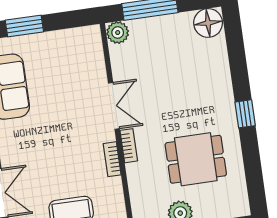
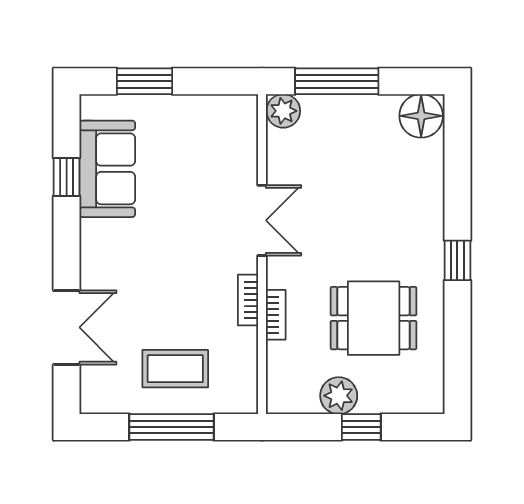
bookcase: (129, 146) -> (276, 315), moved

